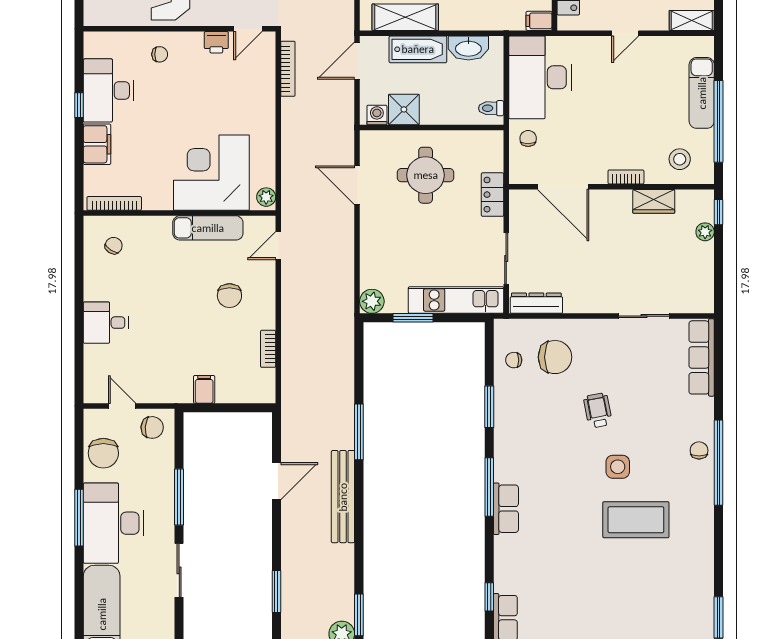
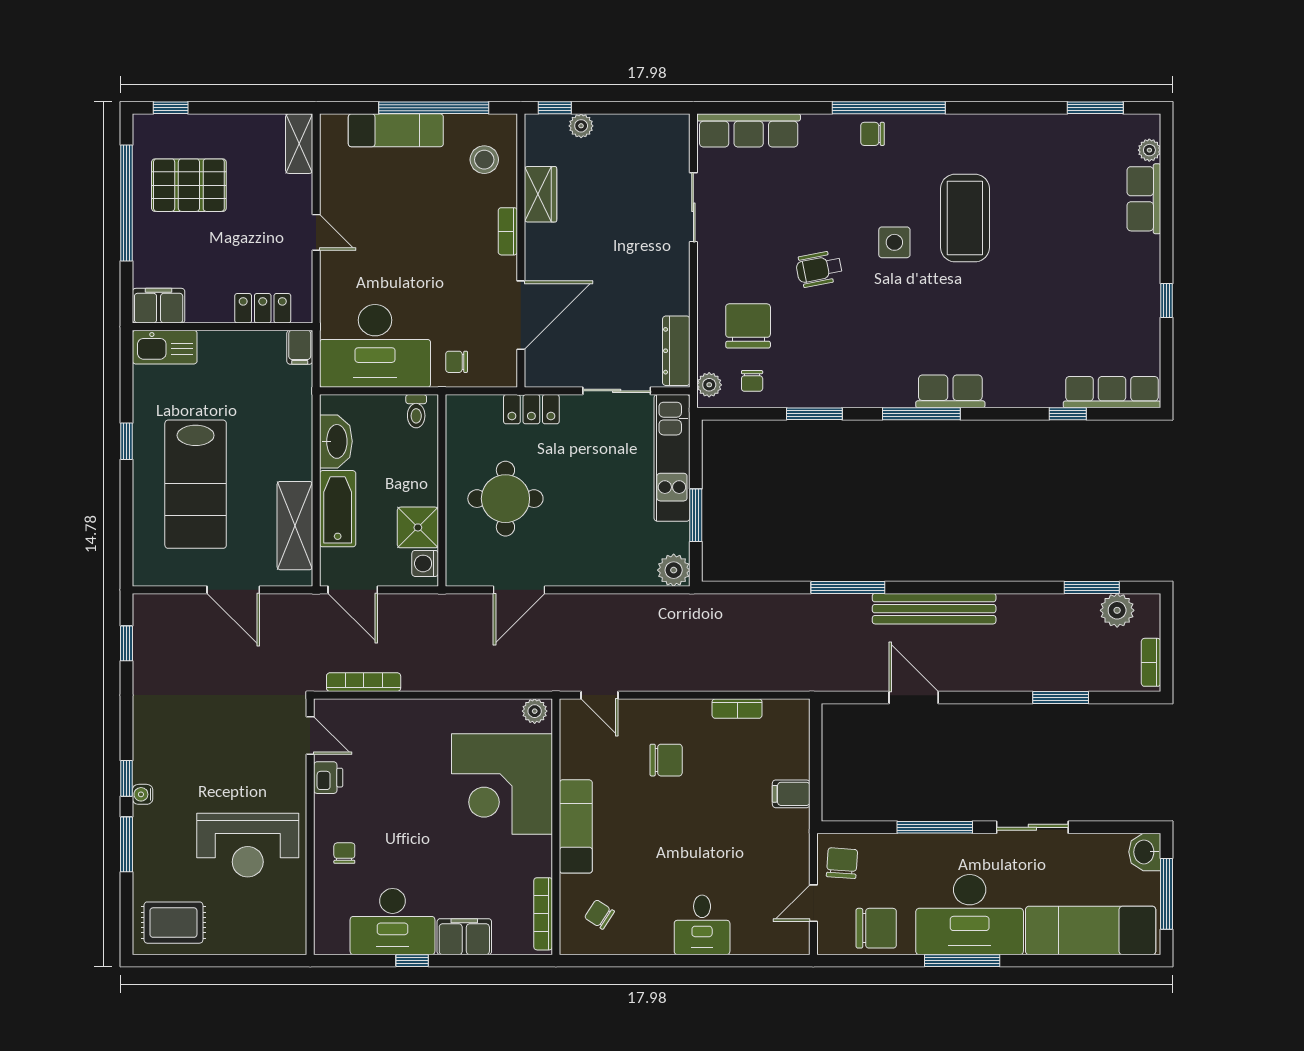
exam couch: (208, 228) -> (576, 826), moved
plant: (511, 328) -> (709, 385), added

